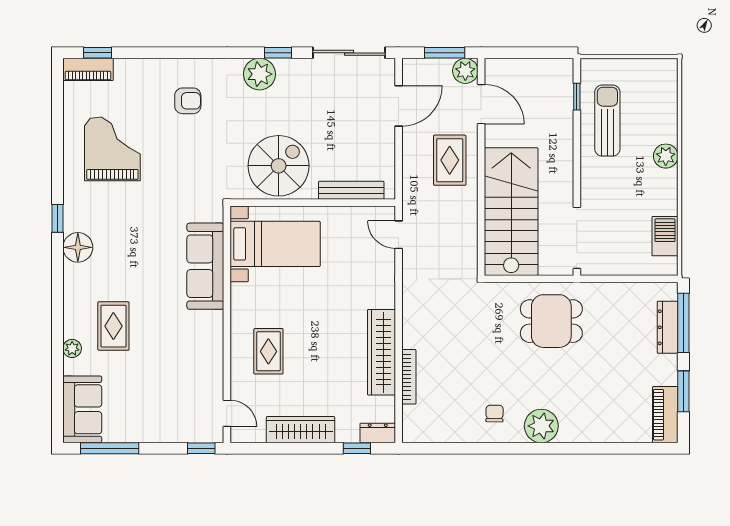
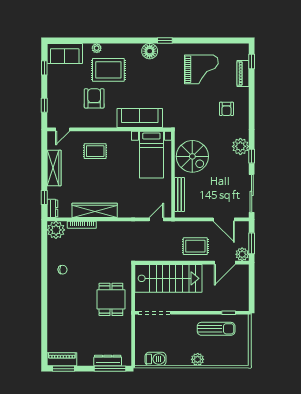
piano: (88, 69) -> (243, 73), moved
rug: (113, 326) -> (108, 70), width x1.36, depth x1.43
armchair: (168, 353) -> (94, 98), added
window: (683, 391) -> (64, 369), moved
plant: (541, 426) -> (56, 230), moved
window: (110, 448) -> (44, 68), width x0.46
window: (201, 448) -> (44, 105), moved

